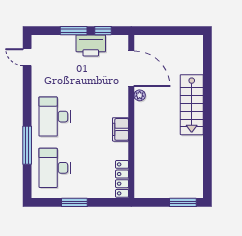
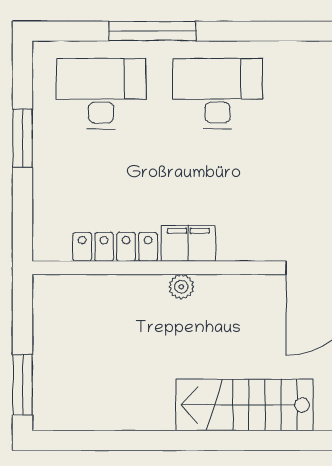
plant: (140, 95) -> (181, 287), moved
locker: (122, 179) -> (115, 247), moved

